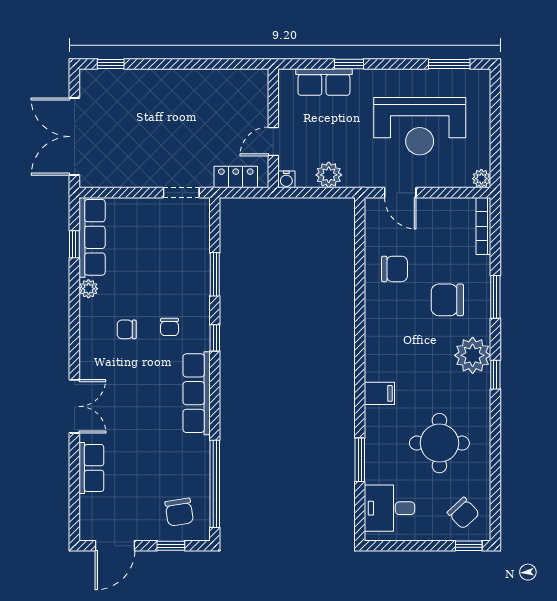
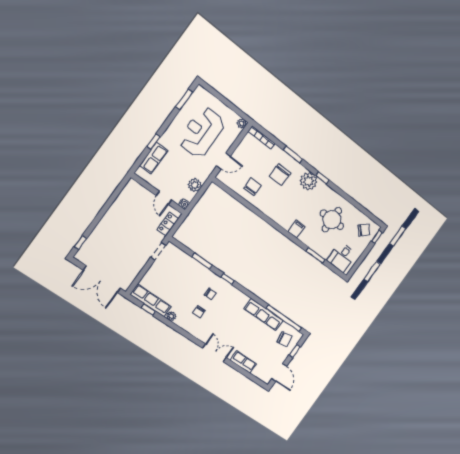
reception desk: (420, 126) -> (202, 132), turned 180
row of seats: (197, 393) -> (264, 315), moved

